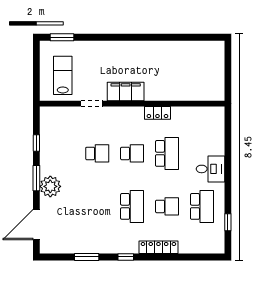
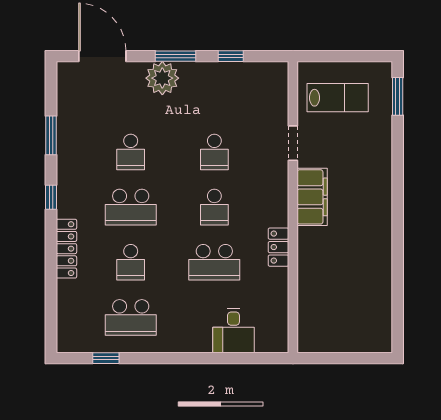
desk: (210, 169) -> (233, 331), moved
school desk: (97, 206) -> (131, 152), added

